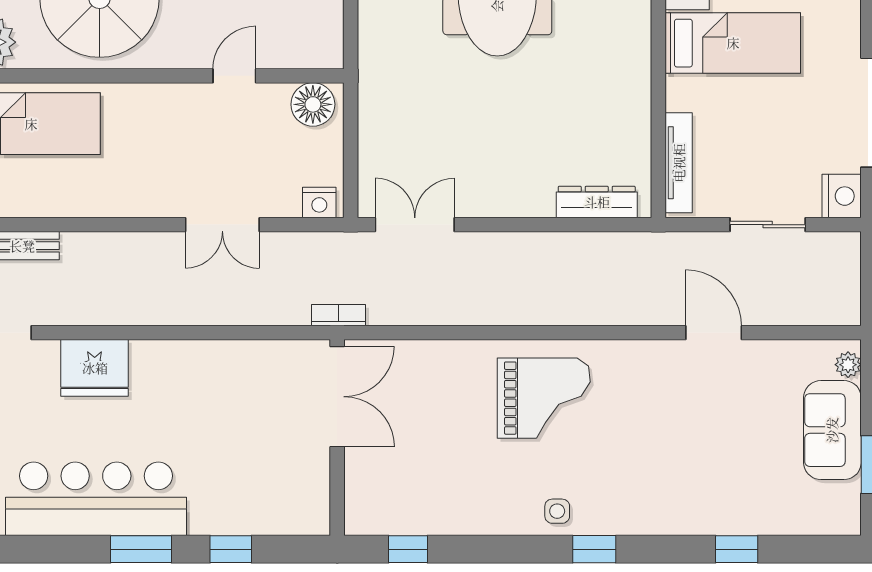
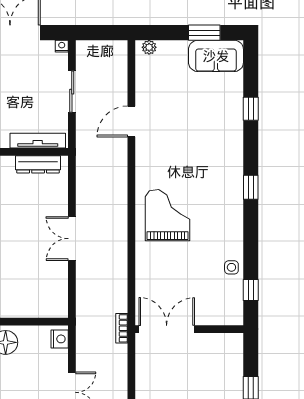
nightstand: (842, 196) -> (62, 46), width x0.53, depth x0.56
dresser: (597, 202) -> (38, 164), moved, turned -90
double door: (415, 225) -> (72, 239), moved
sofa: (832, 430) -> (216, 56), moved
side table: (557, 511) -> (231, 267), moved

